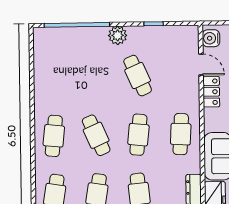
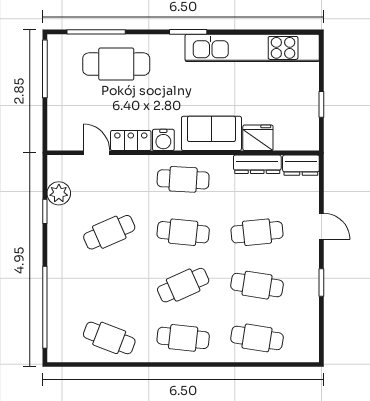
plant: (118, 35) -> (59, 193), moved
water cooler: (211, 38) -> (163, 140), moved
door: (201, 64) -> (97, 153), hinge flipped
cafe table: (53, 77) -> (109, 338), added

